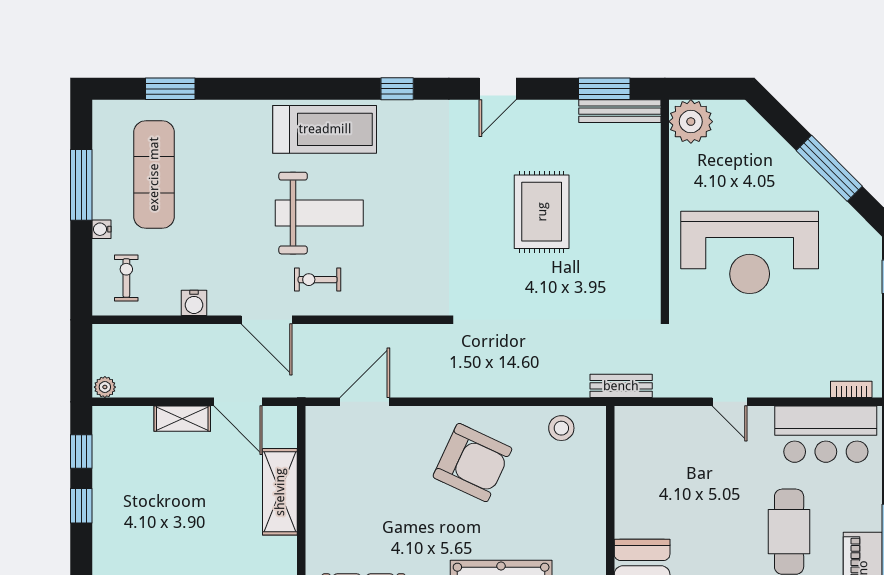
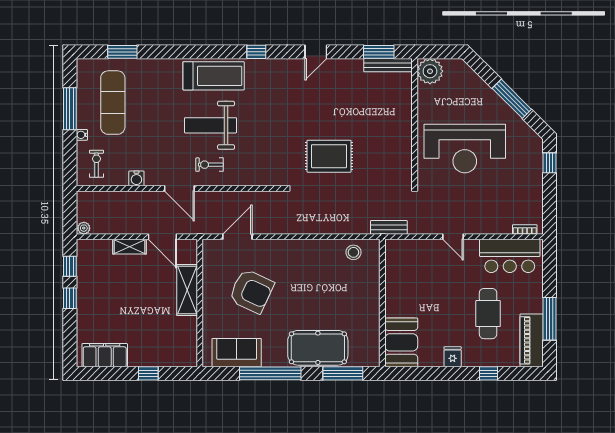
rug: (542, 212) -> (329, 156), moved, turned 90
weight bench: (319, 213) -> (210, 125), turned 180
armchair: (472, 463) -> (251, 291), moved

